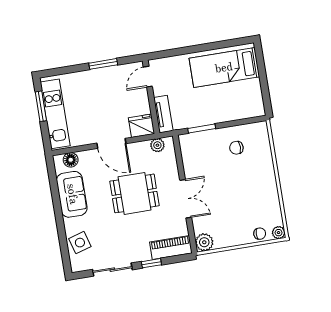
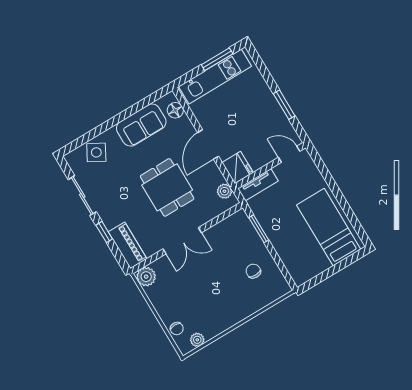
plant: (279, 233) -> (197, 340), moved
side table: (80, 243) -> (96, 152), turned 45

